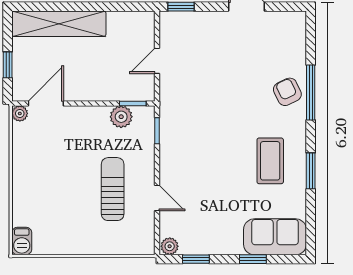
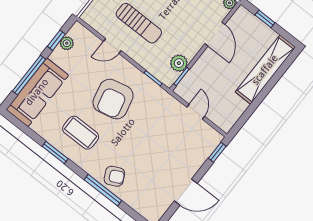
door: (46, 103) -> (215, 34), moved
armchair: (210, 155) -> (113, 99), added
sofa: (275, 237) -> (37, 92), width x1.36
plant: (170, 246) -> (67, 43), moved
window: (253, 259) -> (29, 75), width x2.17

